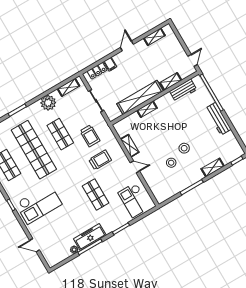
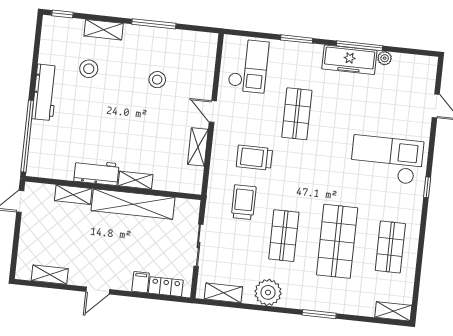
workbench: (183, 90) -> (96, 172), moved
stool: (184, 148) -> (89, 69), moved
shop shelf: (34, 150) -> (337, 241), width x0.71

